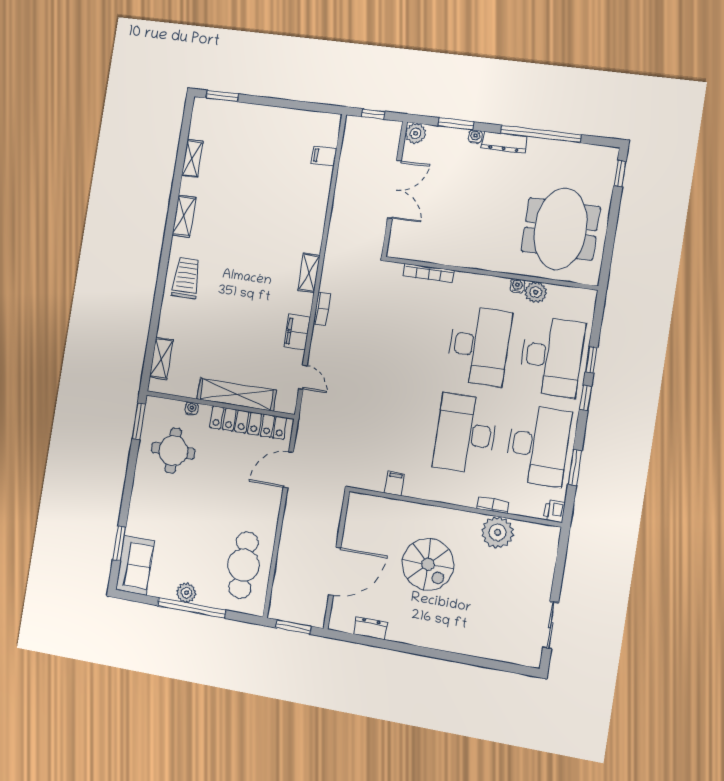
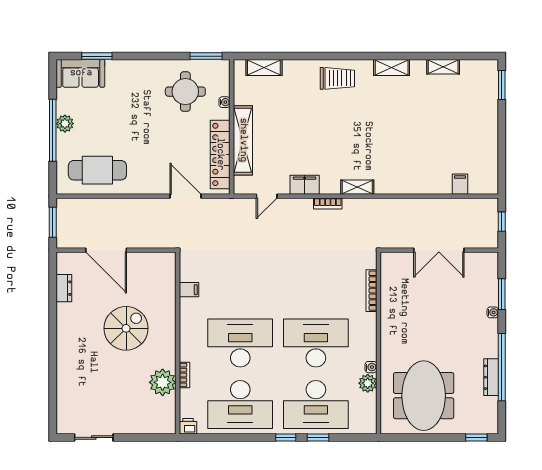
plant: (415, 133) -> (489, 261), removed
dresser: (505, 142) -> (491, 377), moved
meeting table: (561, 229) -> (424, 396), turned 90
desk: (479, 346) -> (316, 343), turned 180
window: (575, 468) -> (227, 437), removed
spiral stairs: (428, 564) -> (126, 328), turned 180

